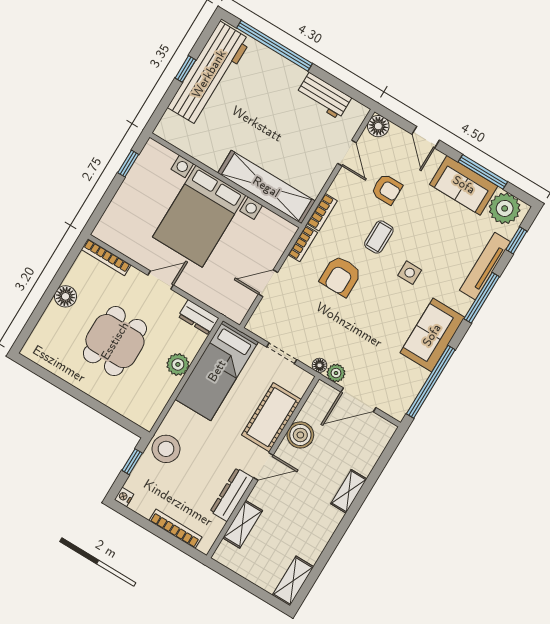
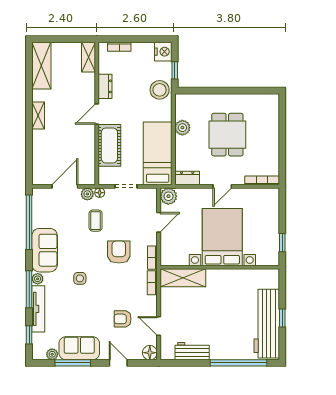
shelving: (266, 187) -> (183, 278), width x0.68
plant: (505, 208) -> (52, 354), width x0.53, depth x0.53
coffee table: (379, 237) -> (96, 221), moved
floor lamp: (66, 296) -> (272, 143), removed
plant: (463, 304) -> (38, 279), added
plant: (236, 308) -> (168, 196), added
plant: (178, 364) -> (182, 128), moved
boiler: (300, 435) -> (86, 145), removed
shelving: (349, 491) -> (38, 115), moved
dresser: (232, 495) -> (105, 86), width x0.70
nightstand: (124, 497) -> (163, 52), width x1.89, depth x1.79
shelving: (243, 524) -> (88, 57), moved
bookcase: (176, 529) -> (119, 47), width x0.64
shelving: (293, 581) -> (41, 66), width x1.50, depth x1.33

